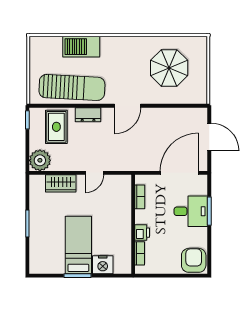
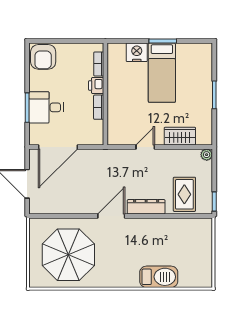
parasol: (169, 68) -> (68, 255), width x1.36, depth x1.36
sun lounger: (72, 87) -> (168, 235), removed
dresser: (88, 115) -> (146, 207), width x1.44
plant: (40, 160) -> (207, 155), width x0.53, depth x0.53
bookcase: (140, 197) -> (99, 107), moved

